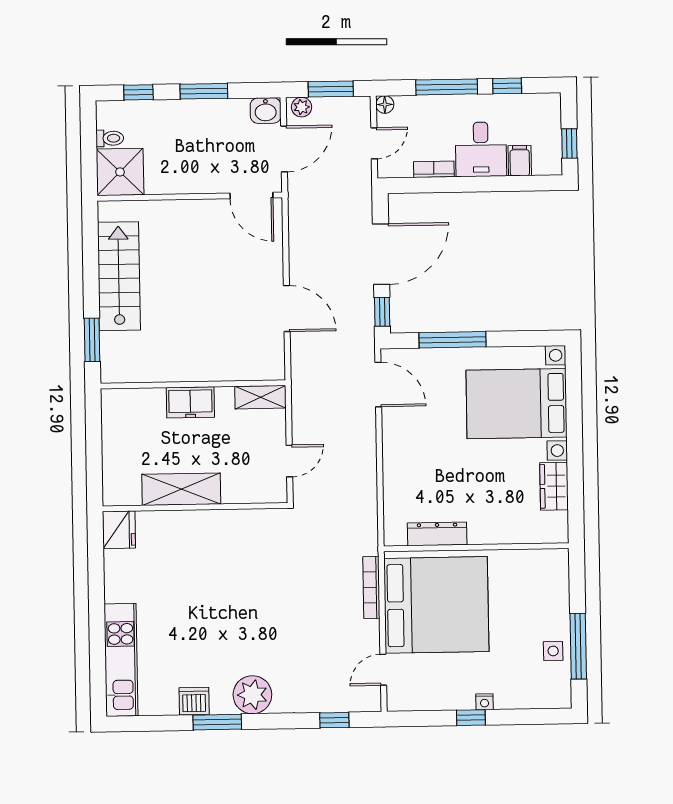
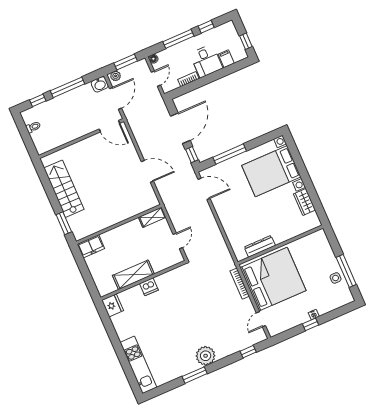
window: (204, 91) -> (68, 87), width x1.44
shower: (120, 172) -> (44, 140), removed
freezer: (190, 402) -> (91, 246), moved
dishwasher: (194, 701) -> (149, 287), moved, turned 180

